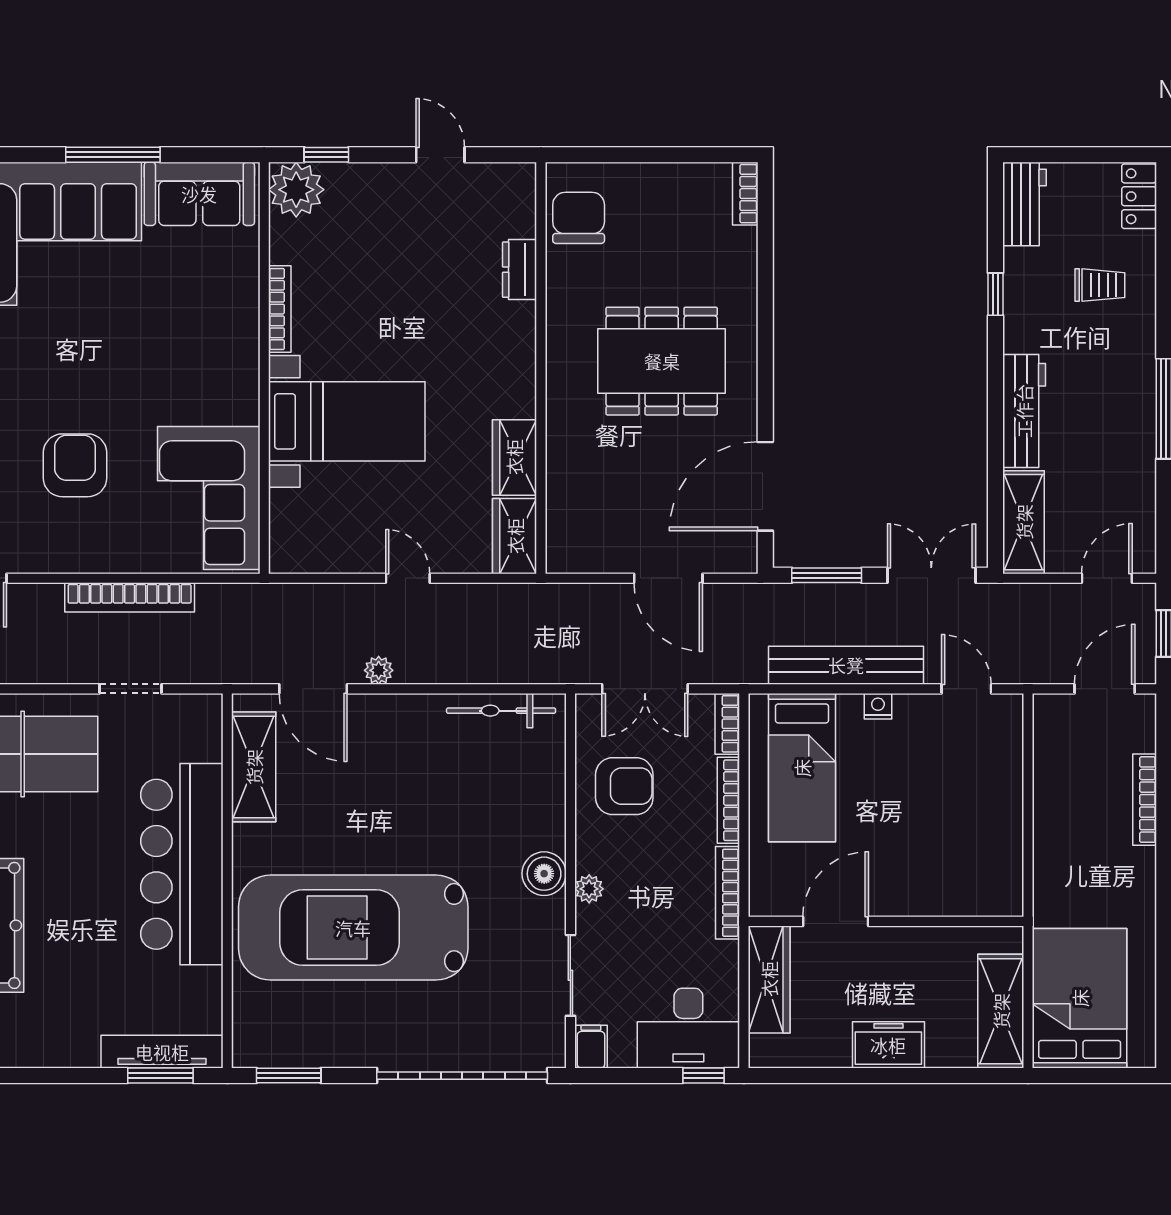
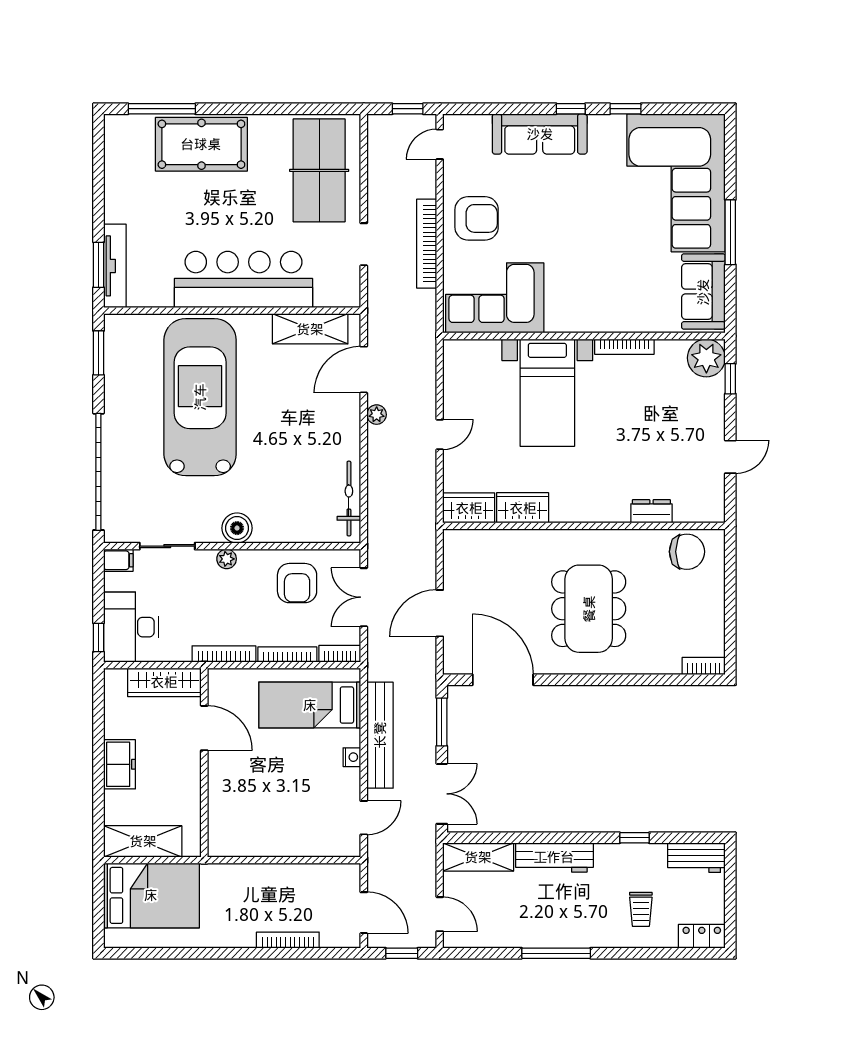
armchair: (75, 465) -> (477, 218), moved

